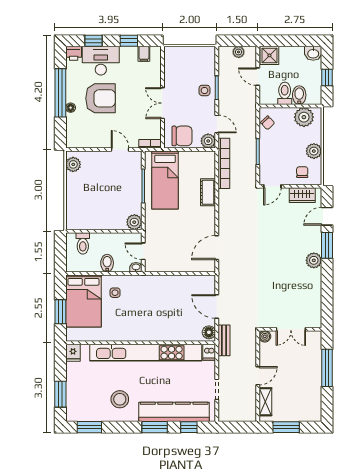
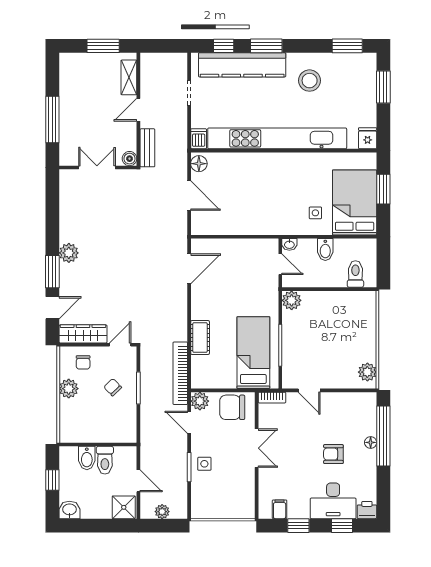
window: (60, 93) -> (383, 436), moved
armchair: (101, 98) -> (333, 454), width x0.53, depth x0.53
plant: (304, 117) -> (81, 431), removed
chair: (268, 123) -> (113, 387), moved
wardrobe: (302, 195) -> (83, 334), width x1.50
bench: (224, 340) -> (147, 148), moved

